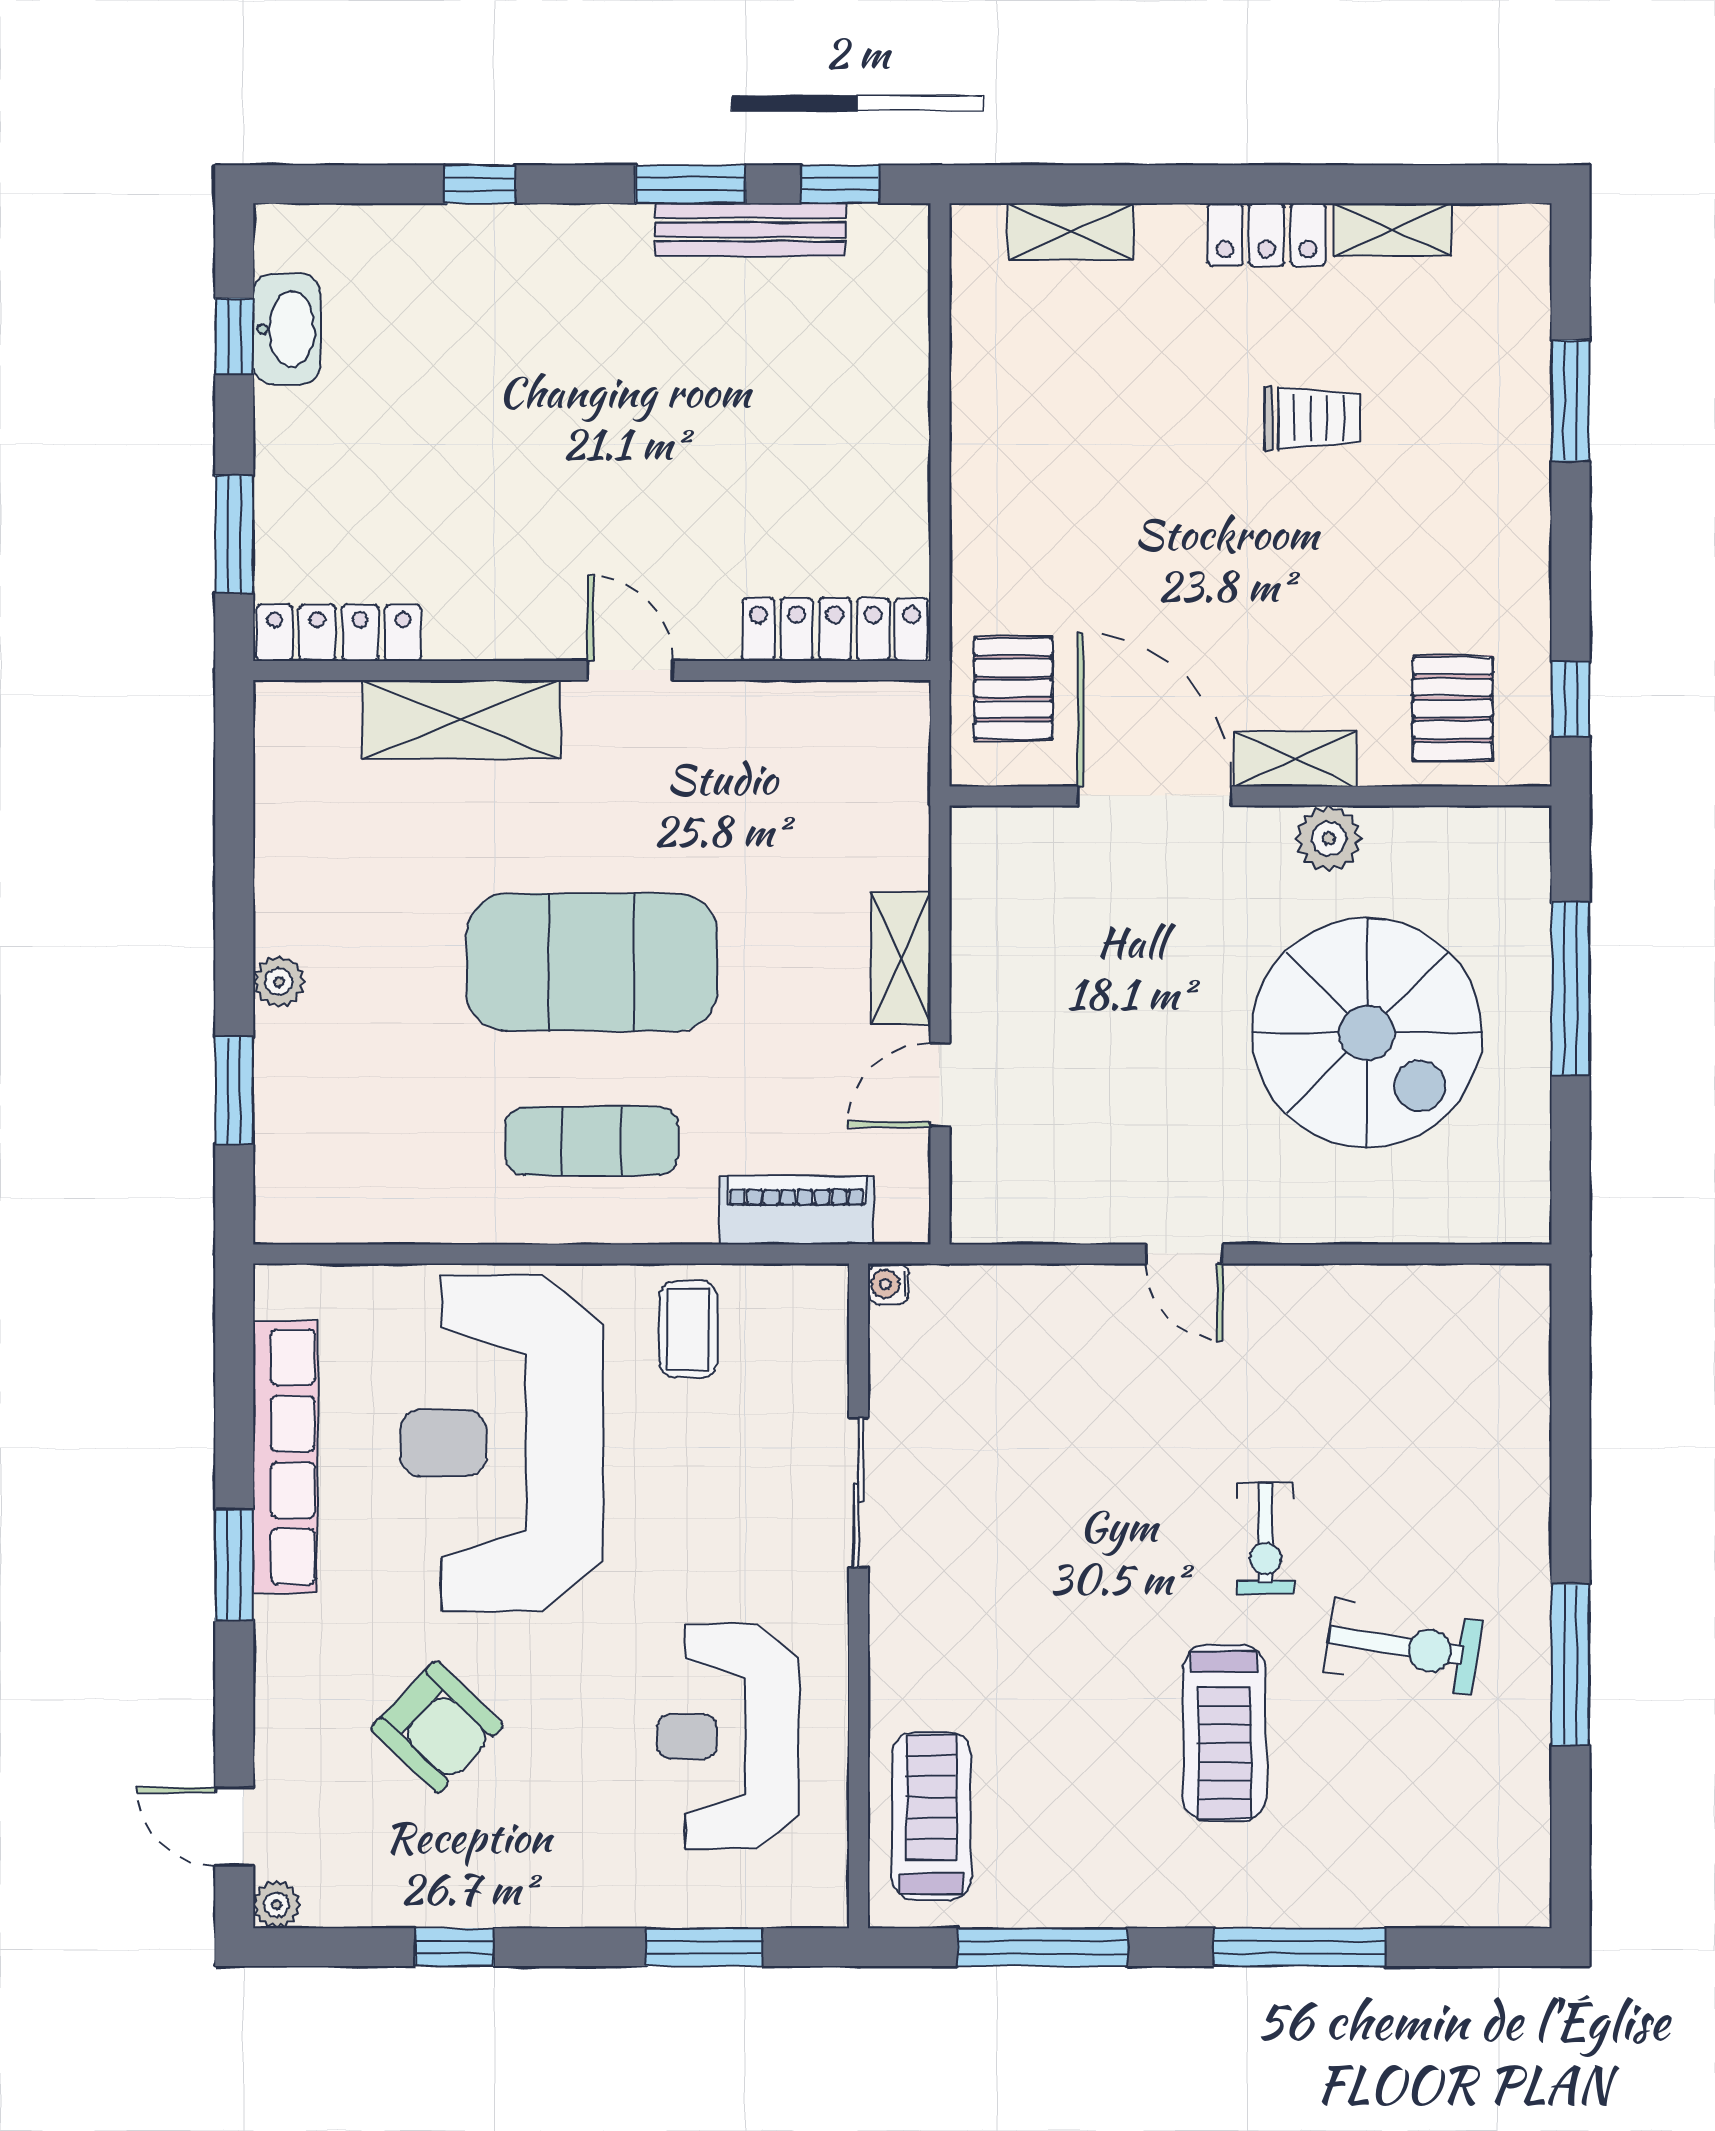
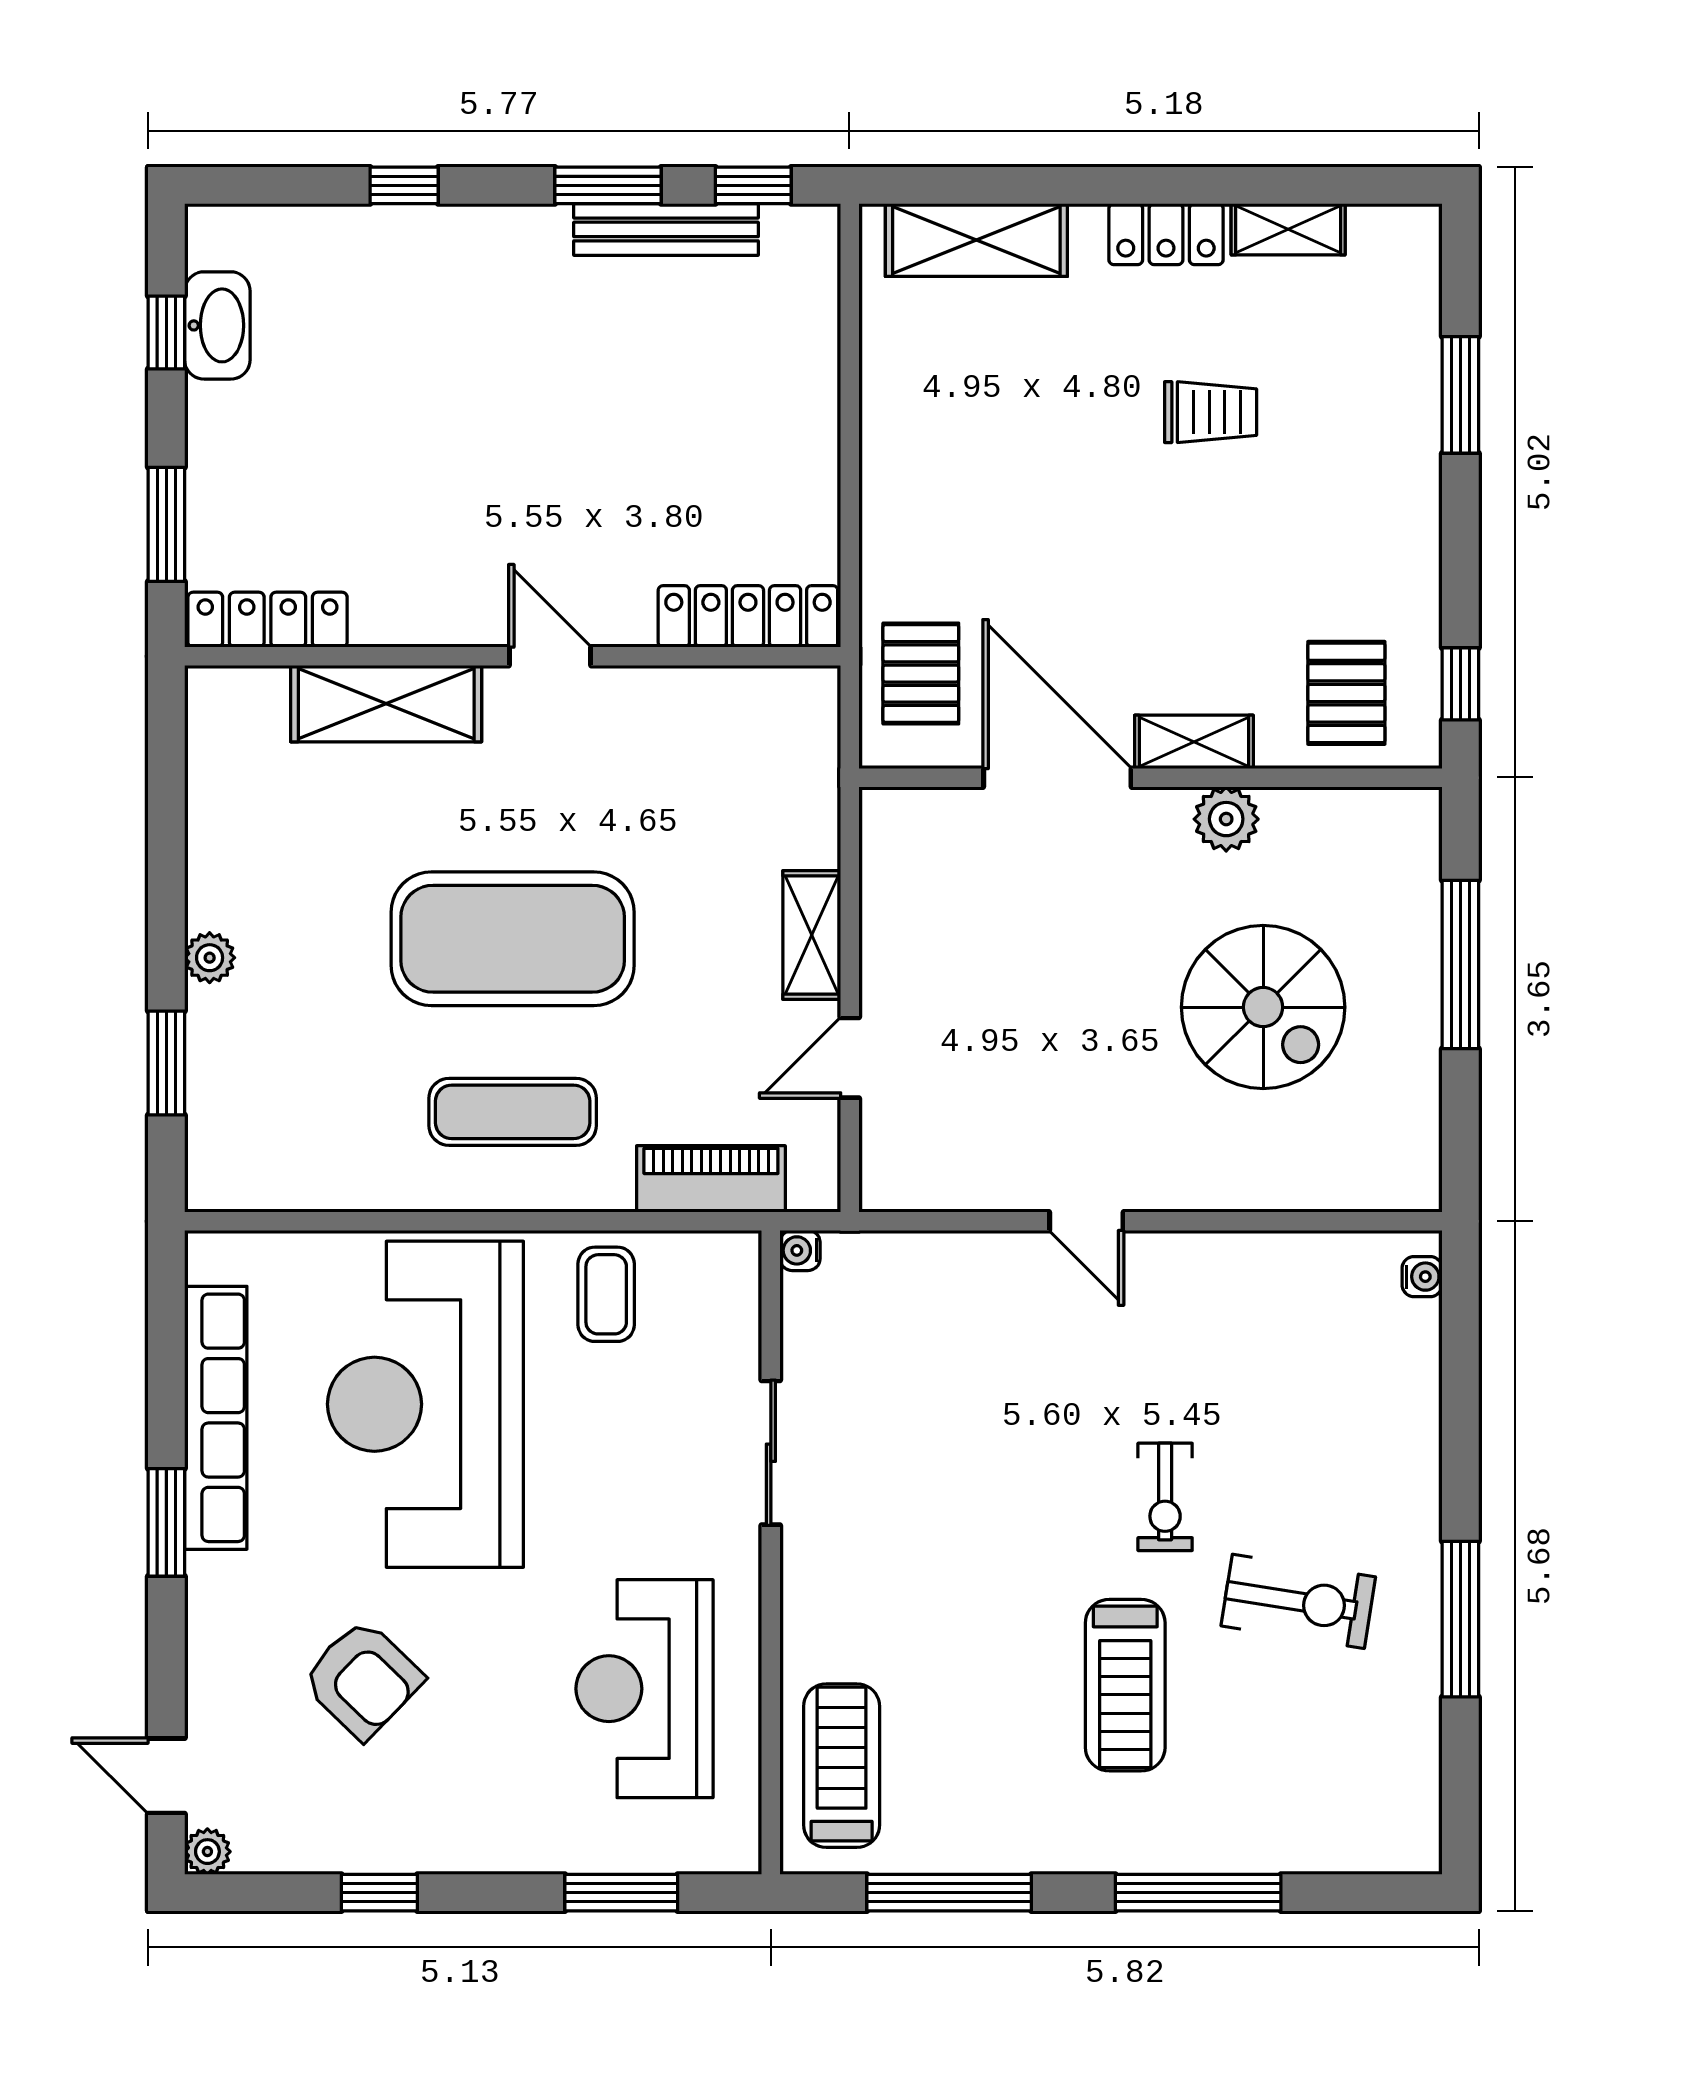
shelving: (1071, 231) -> (976, 240), width x1.50, depth x1.33
spiral stairs: (1367, 1033) -> (1263, 1007), width x0.73, depth x0.73
water cooler: (1531, 1311) -> (1422, 1277), added

